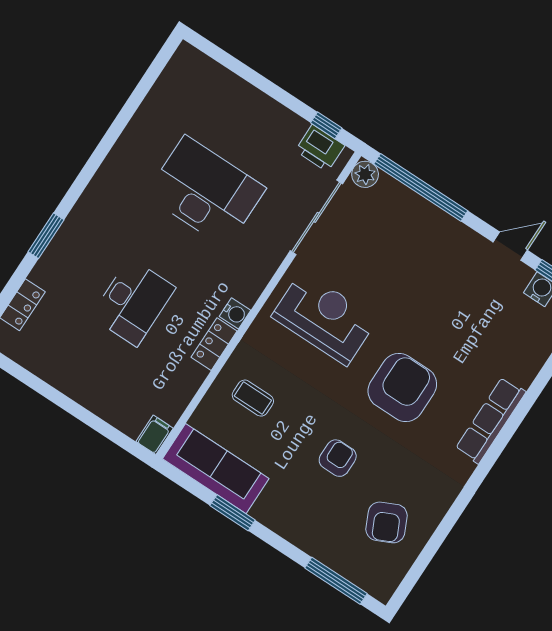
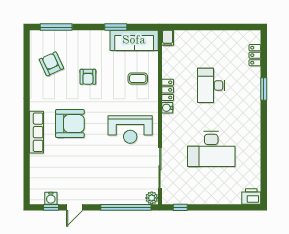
printer: (320, 148) -> (251, 196), moved
armchair: (402, 387) -> (70, 124), moved, turned -90

